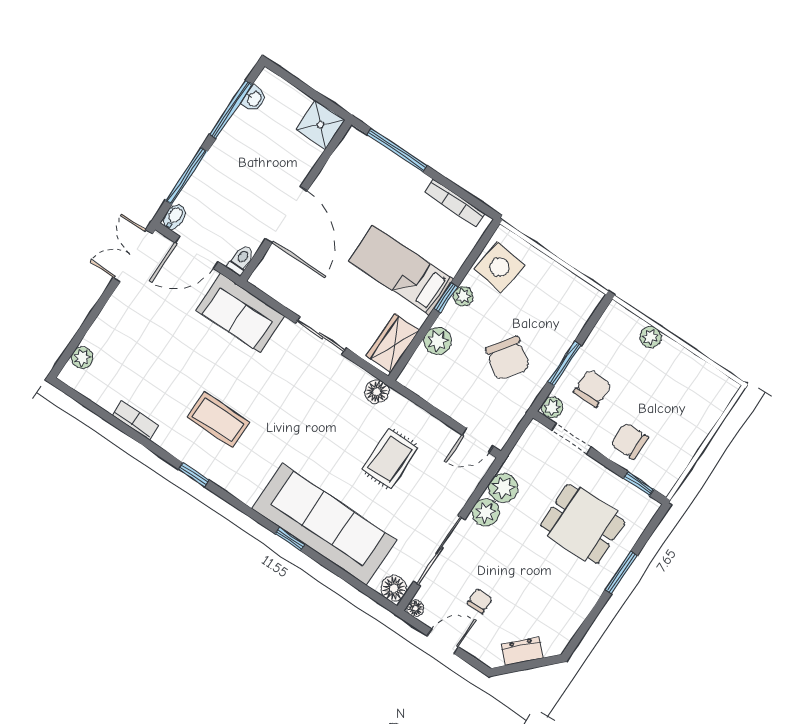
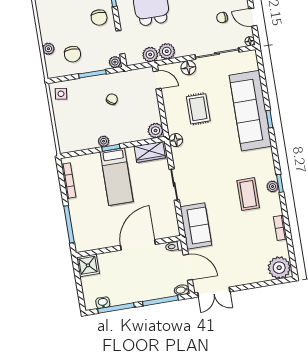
side table: (500, 267) -> (61, 94), moved, width x0.54, depth x0.54
plant: (438, 341) -> (156, 131), moved
plant: (82, 358) -> (279, 268), width x1.87, depth x1.87
chair: (508, 358) -> (112, 99), width x0.54, depth x0.54
chair: (592, 388) -> (73, 54), moved, turned -90
rug: (390, 459) -> (198, 109), turned 90
plant: (199, 461) -> (273, 186), added
plant: (486, 512) -> (150, 55), moved
floor lamp: (394, 588) -> (188, 68), moved

